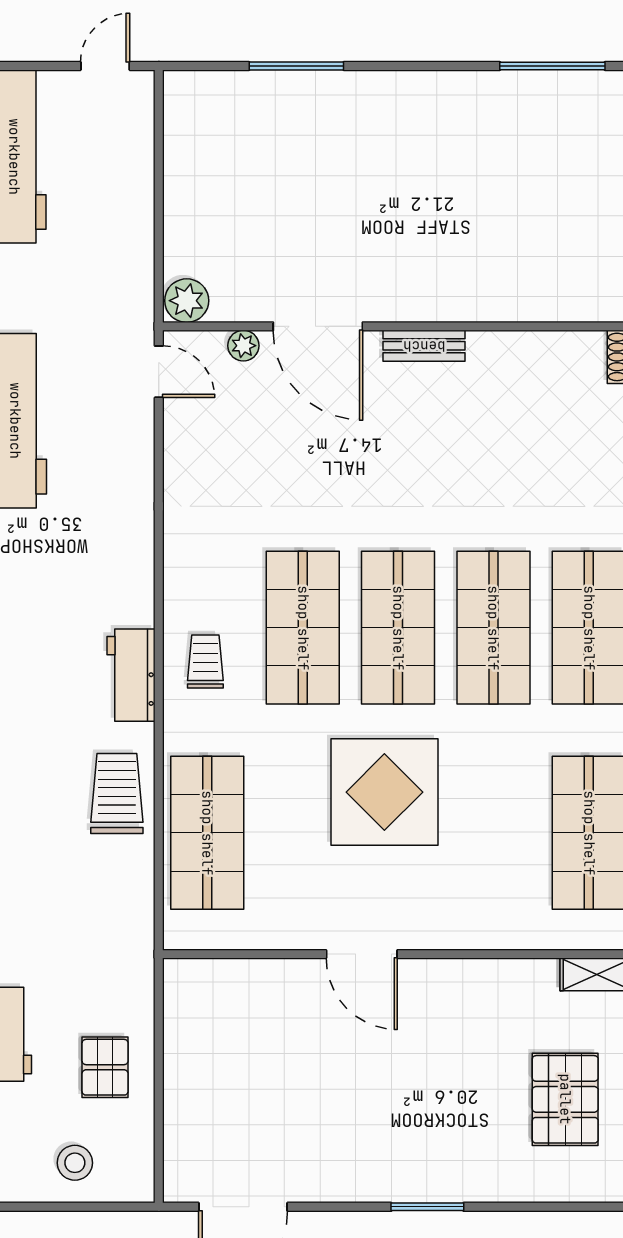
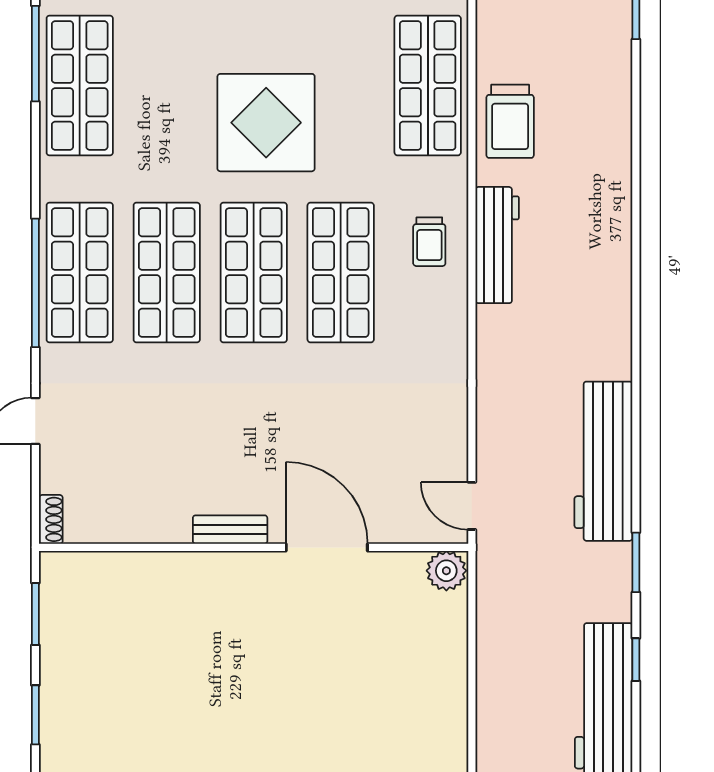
plant: (243, 346) -> (395, 530), removed
workbench: (131, 675) -> (497, 245), width x1.38

